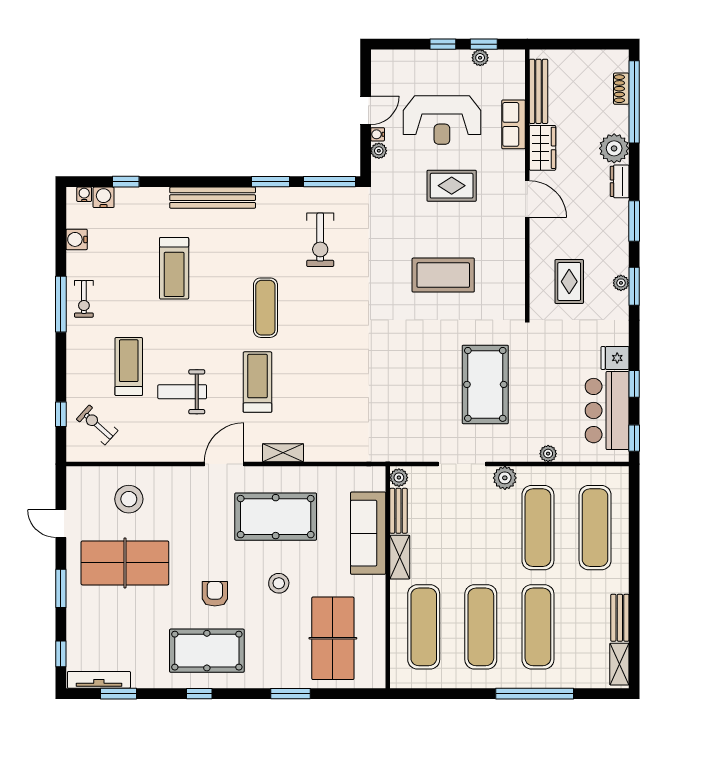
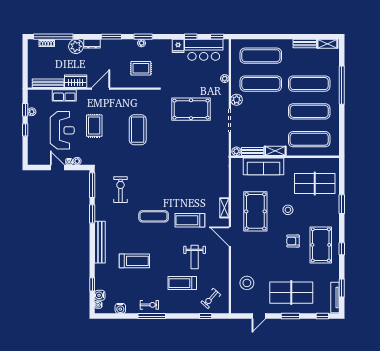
exercise bike: (320, 240) -> (120, 190), turned -90
table tennis table: (125, 563) -> (291, 293), moved, turned 90

